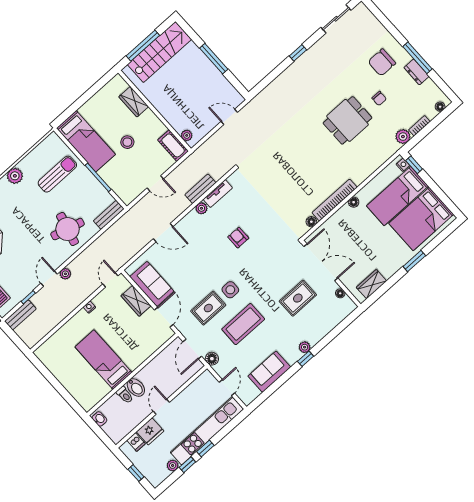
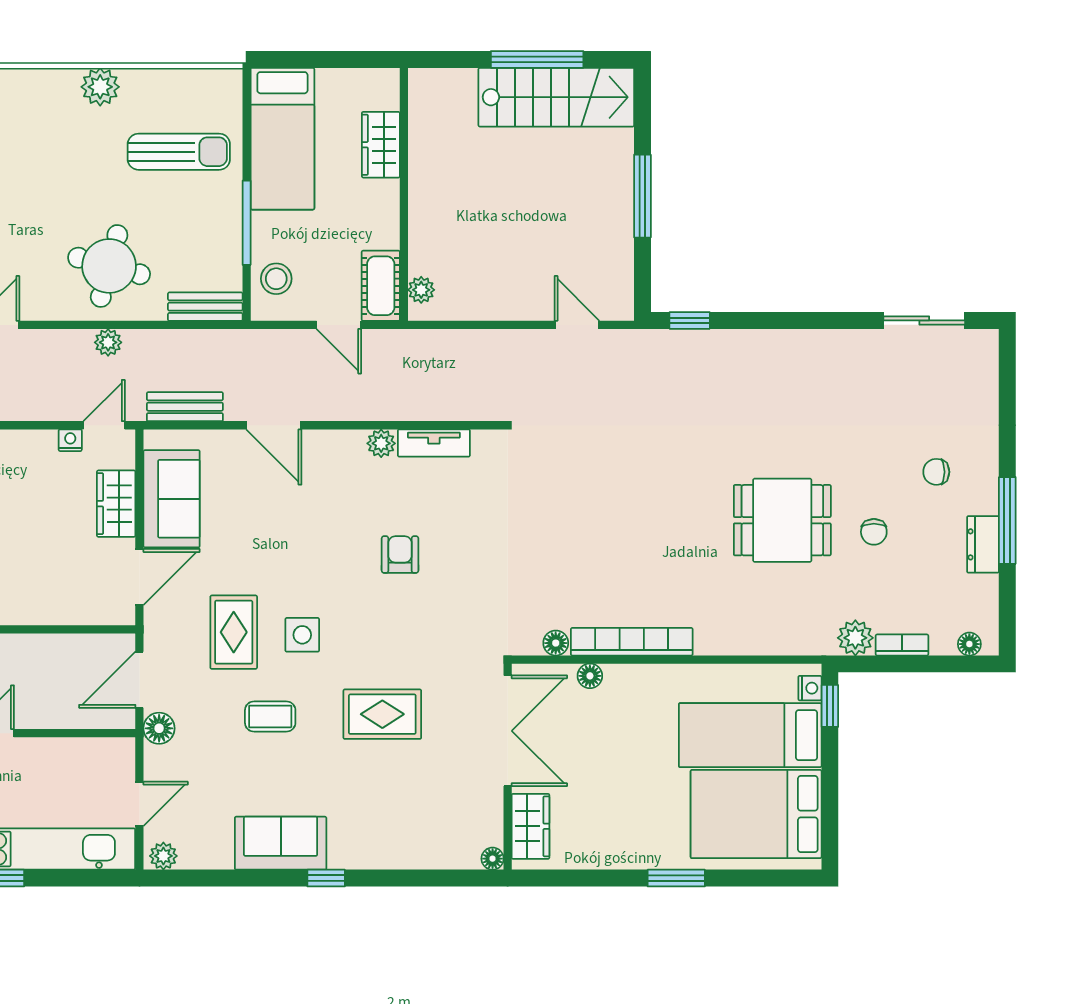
window: (298, 53) -> (690, 320), moved
chair: (382, 62) -> (936, 472), width x0.54, depth x0.54
wardrobe: (134, 102) -> (381, 145), moved
wall: (155, 111) -> (404, 194), moved
plant: (187, 135) -> (421, 290), moved
stool: (127, 142) -> (276, 279), moved
cot: (173, 145) -> (381, 286), moved
bench: (200, 189) -> (185, 407), moved
floor lamp: (354, 202) -> (590, 676), moved
plant: (65, 274) -> (108, 342), moved
wardrobe: (372, 284) -> (530, 826), moved, turned 90
floor lamp: (340, 293) -> (493, 859), moved
rug: (298, 298) -> (382, 714), moved
nightstand: (89, 307) -> (70, 440), moved
rug: (208, 308) -> (234, 632), turned 90
coffee table: (243, 324) -> (270, 716), width x0.54, depth x0.58
plant: (305, 347) -> (163, 856), moved
sofa: (269, 372) -> (281, 843), moved

